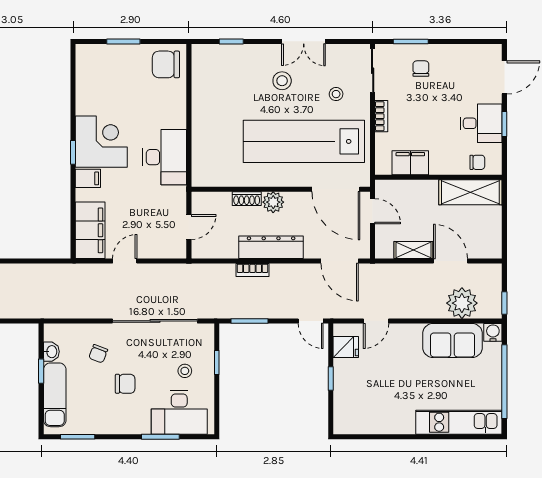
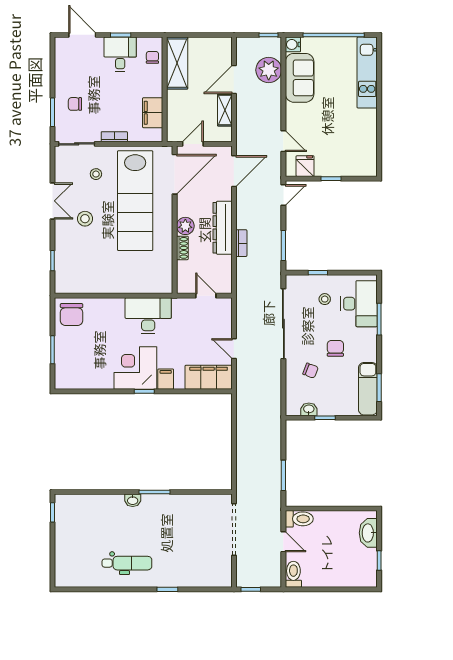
exam couch: (55, 395) -> (368, 389), moved, turned -90

